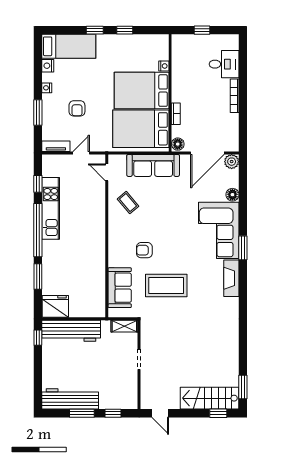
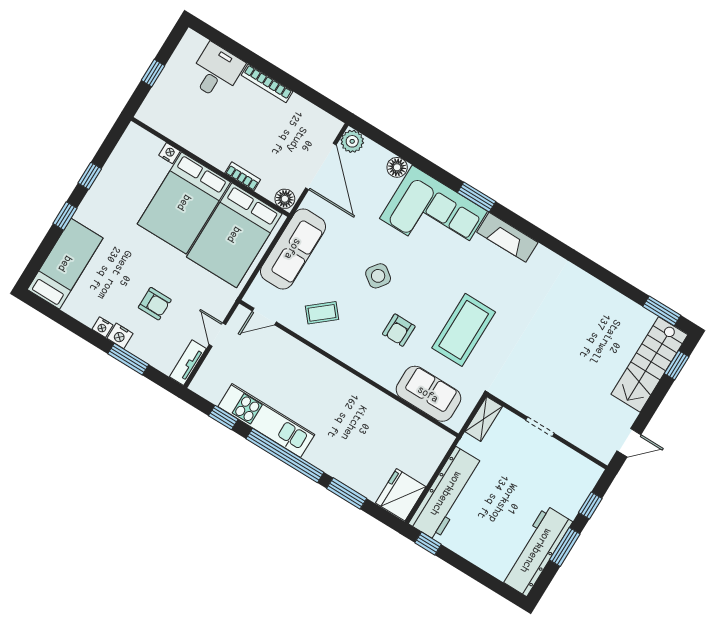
nightstand: (48, 66) -> (120, 336), moved
side table: (167, 221) -> (378, 276), added

